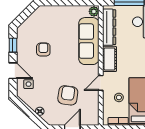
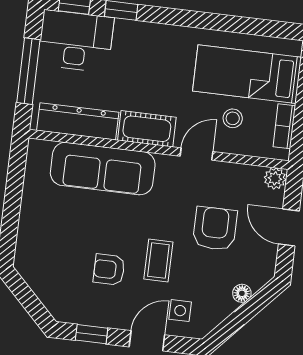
plant: (94, 11) -> (275, 178), moved
coffee table: (50, 71) -> (158, 260), added
door: (101, 83) -> (196, 154), swing flipped
armchair: (68, 95) -> (215, 229), turned 82

